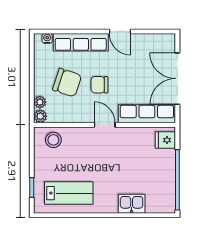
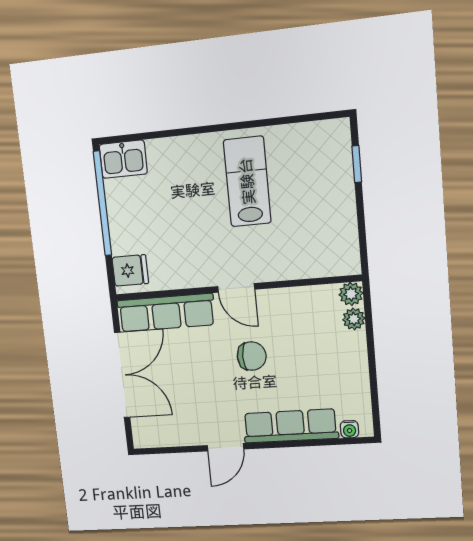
door: (120, 31) -> (226, 447), swing flipped
chair: (67, 83) -> (308, 356), removed
stool: (53, 140) -> (324, 254), removed
lab bench: (69, 193) -> (247, 181), moved, turned 90
kitchen sink: (132, 204) -> (123, 159), moved

